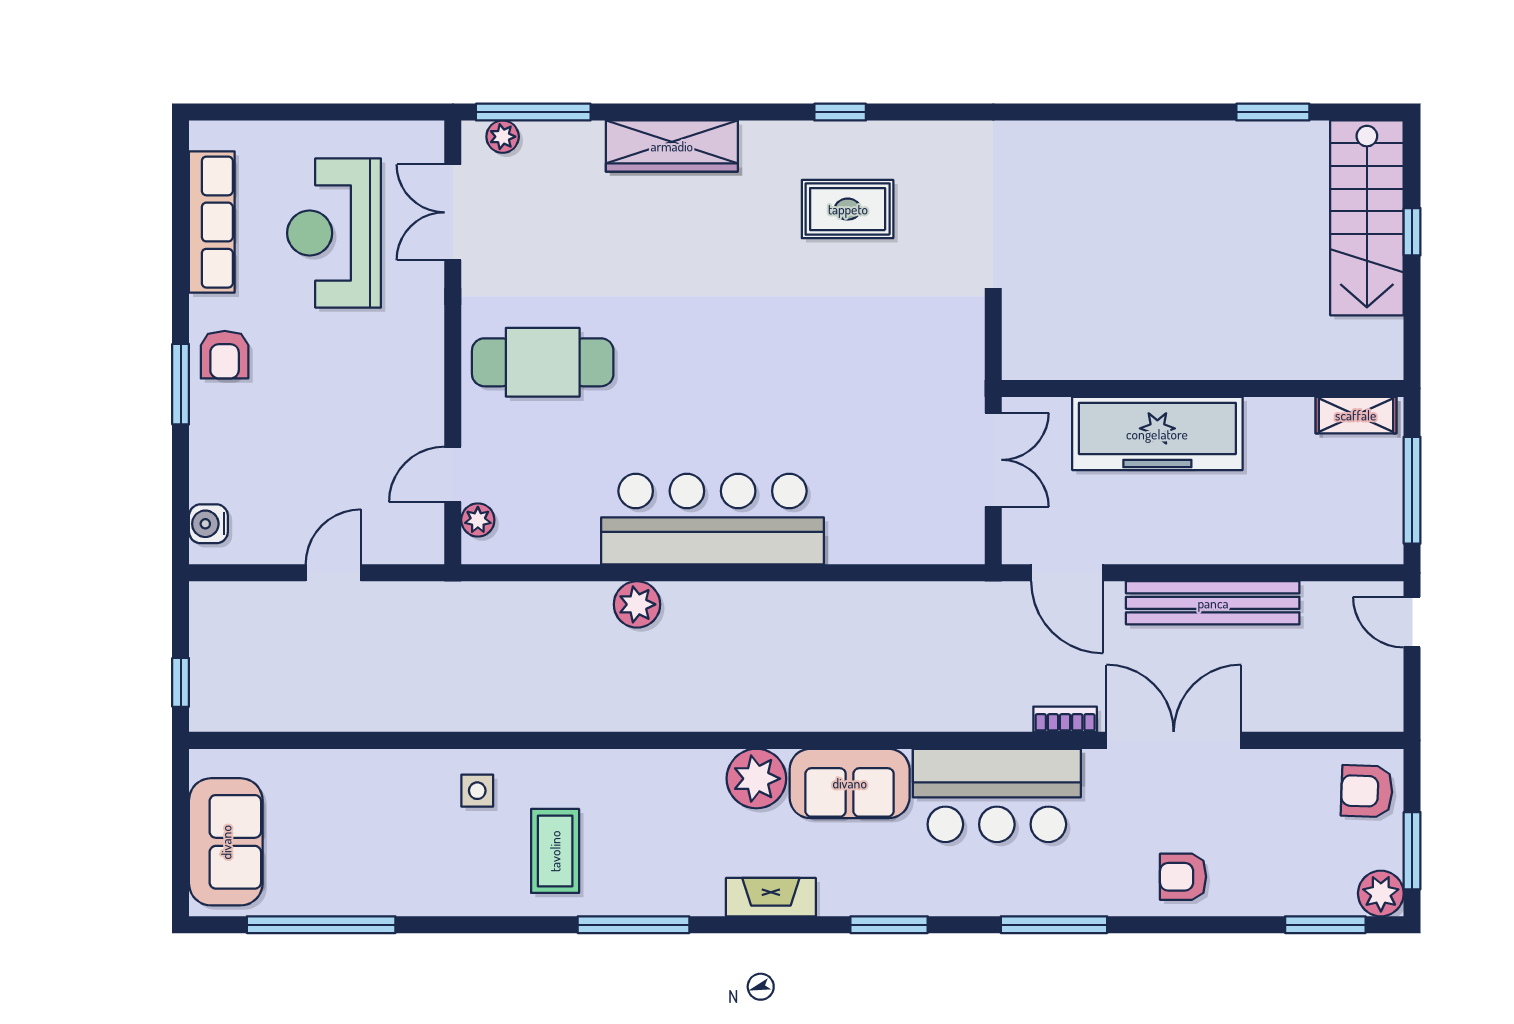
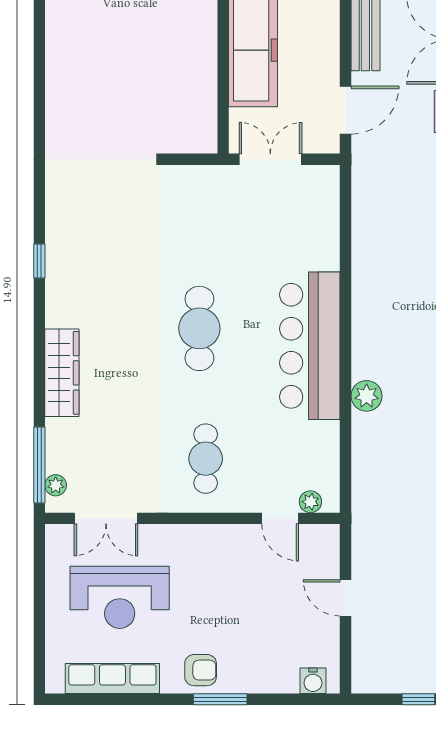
rug: (848, 209) -> (104, 256), removed
cafe table: (739, 353) -> (199, 328), added
cafe table: (543, 362) -> (206, 459), width x0.73, depth x0.74

